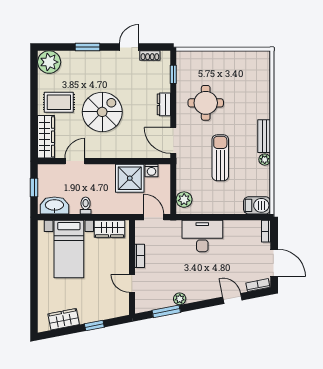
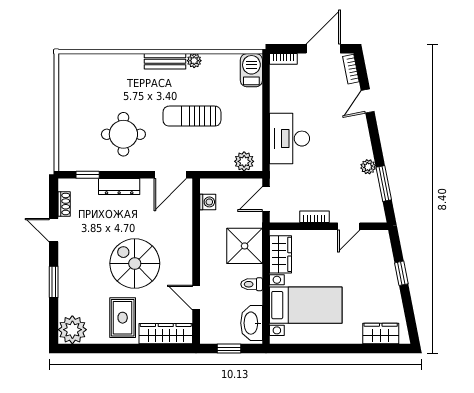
dresser: (164, 104) -> (119, 187), width x1.44
shower: (130, 178) -> (245, 246), moved
wardrobe: (64, 319) -> (381, 334), moved, turned 101

